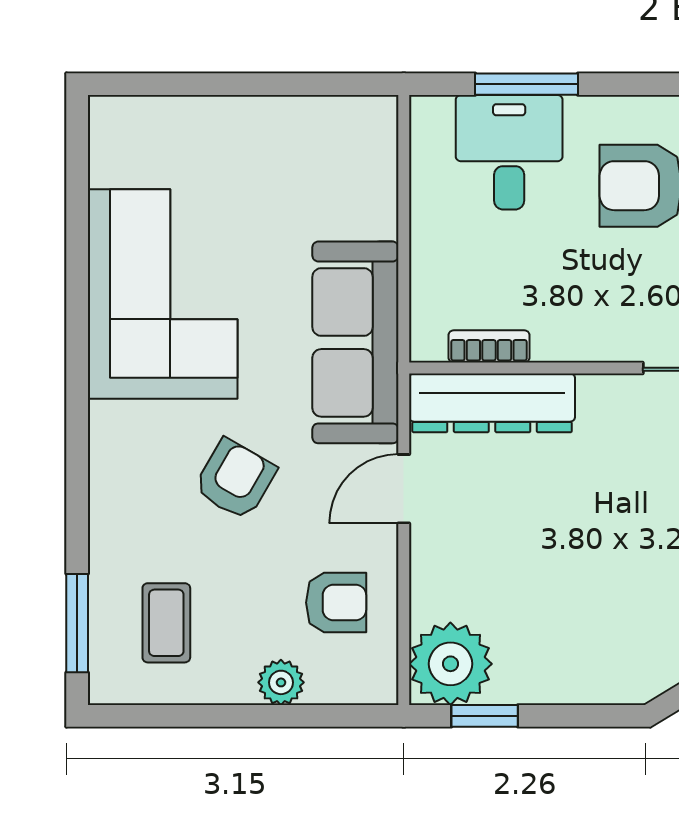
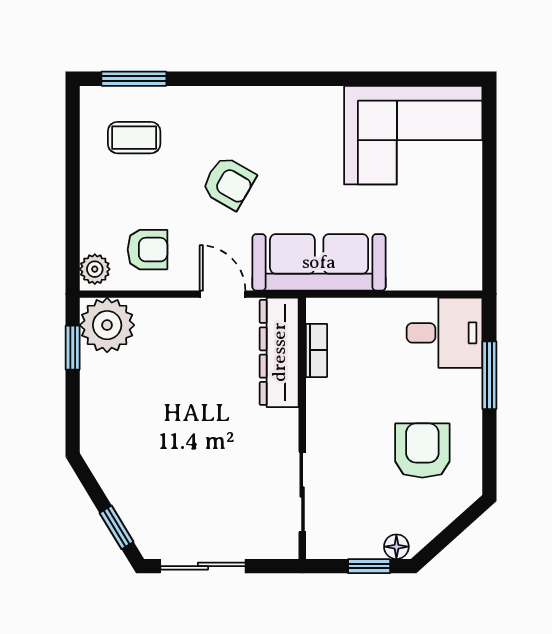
desk: (509, 152) -> (444, 333), moved
corner sofa: (163, 294) -> (413, 135), moved
armchair: (336, 603) -> (147, 250), turned -90
plant: (281, 682) -> (95, 269), moved

